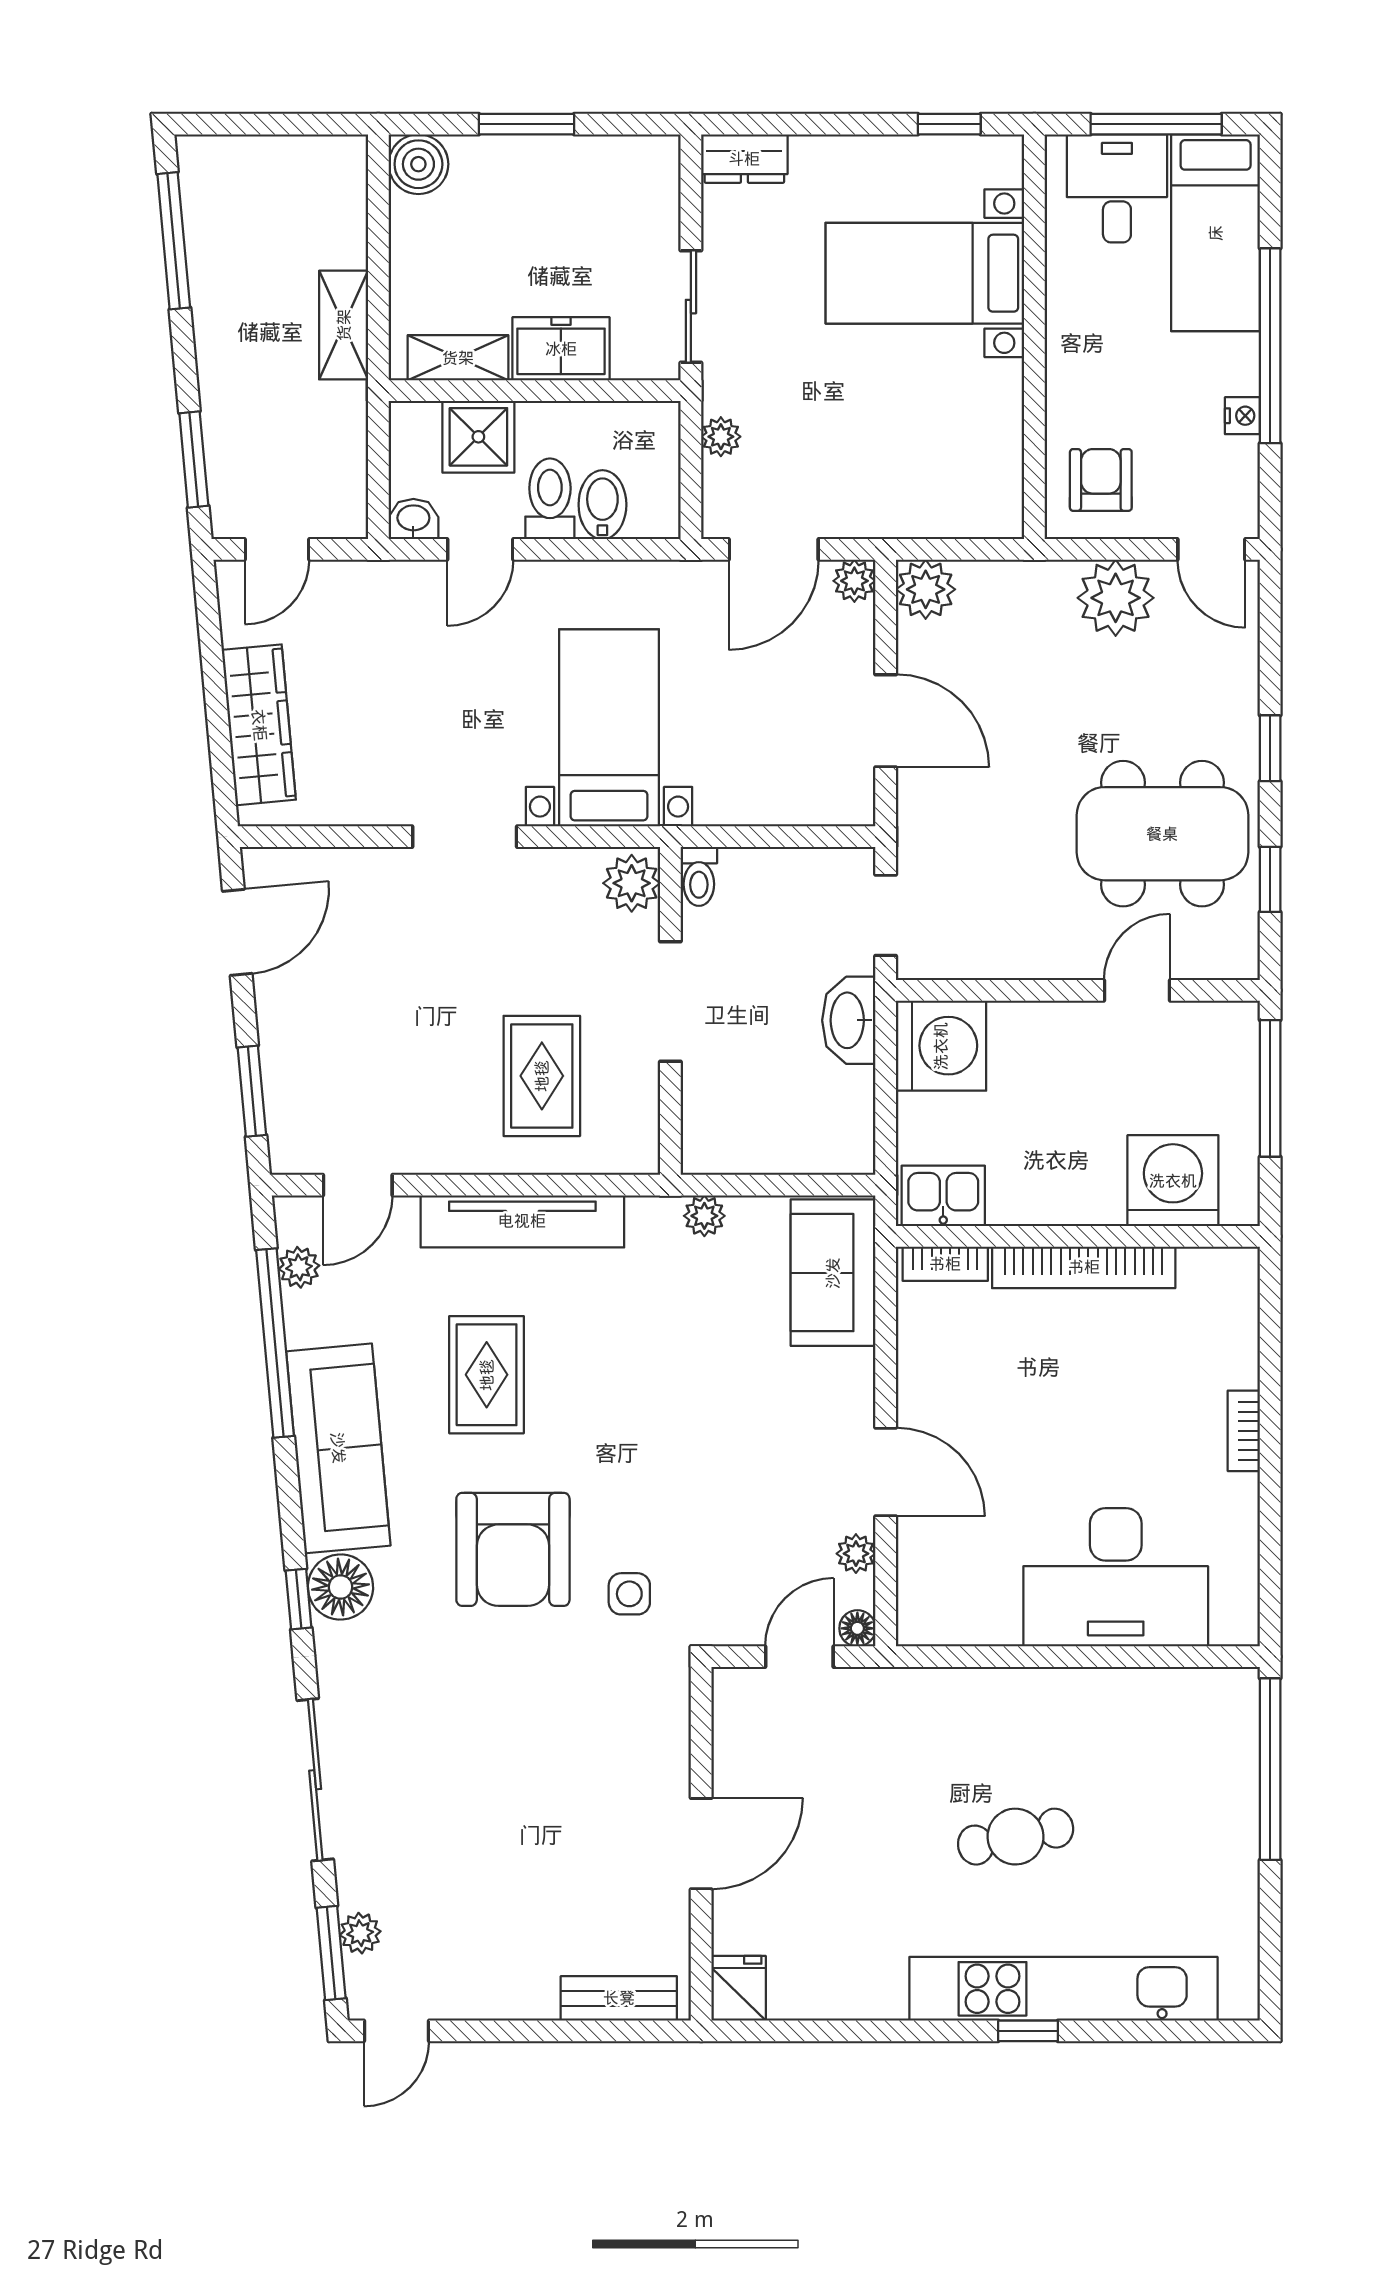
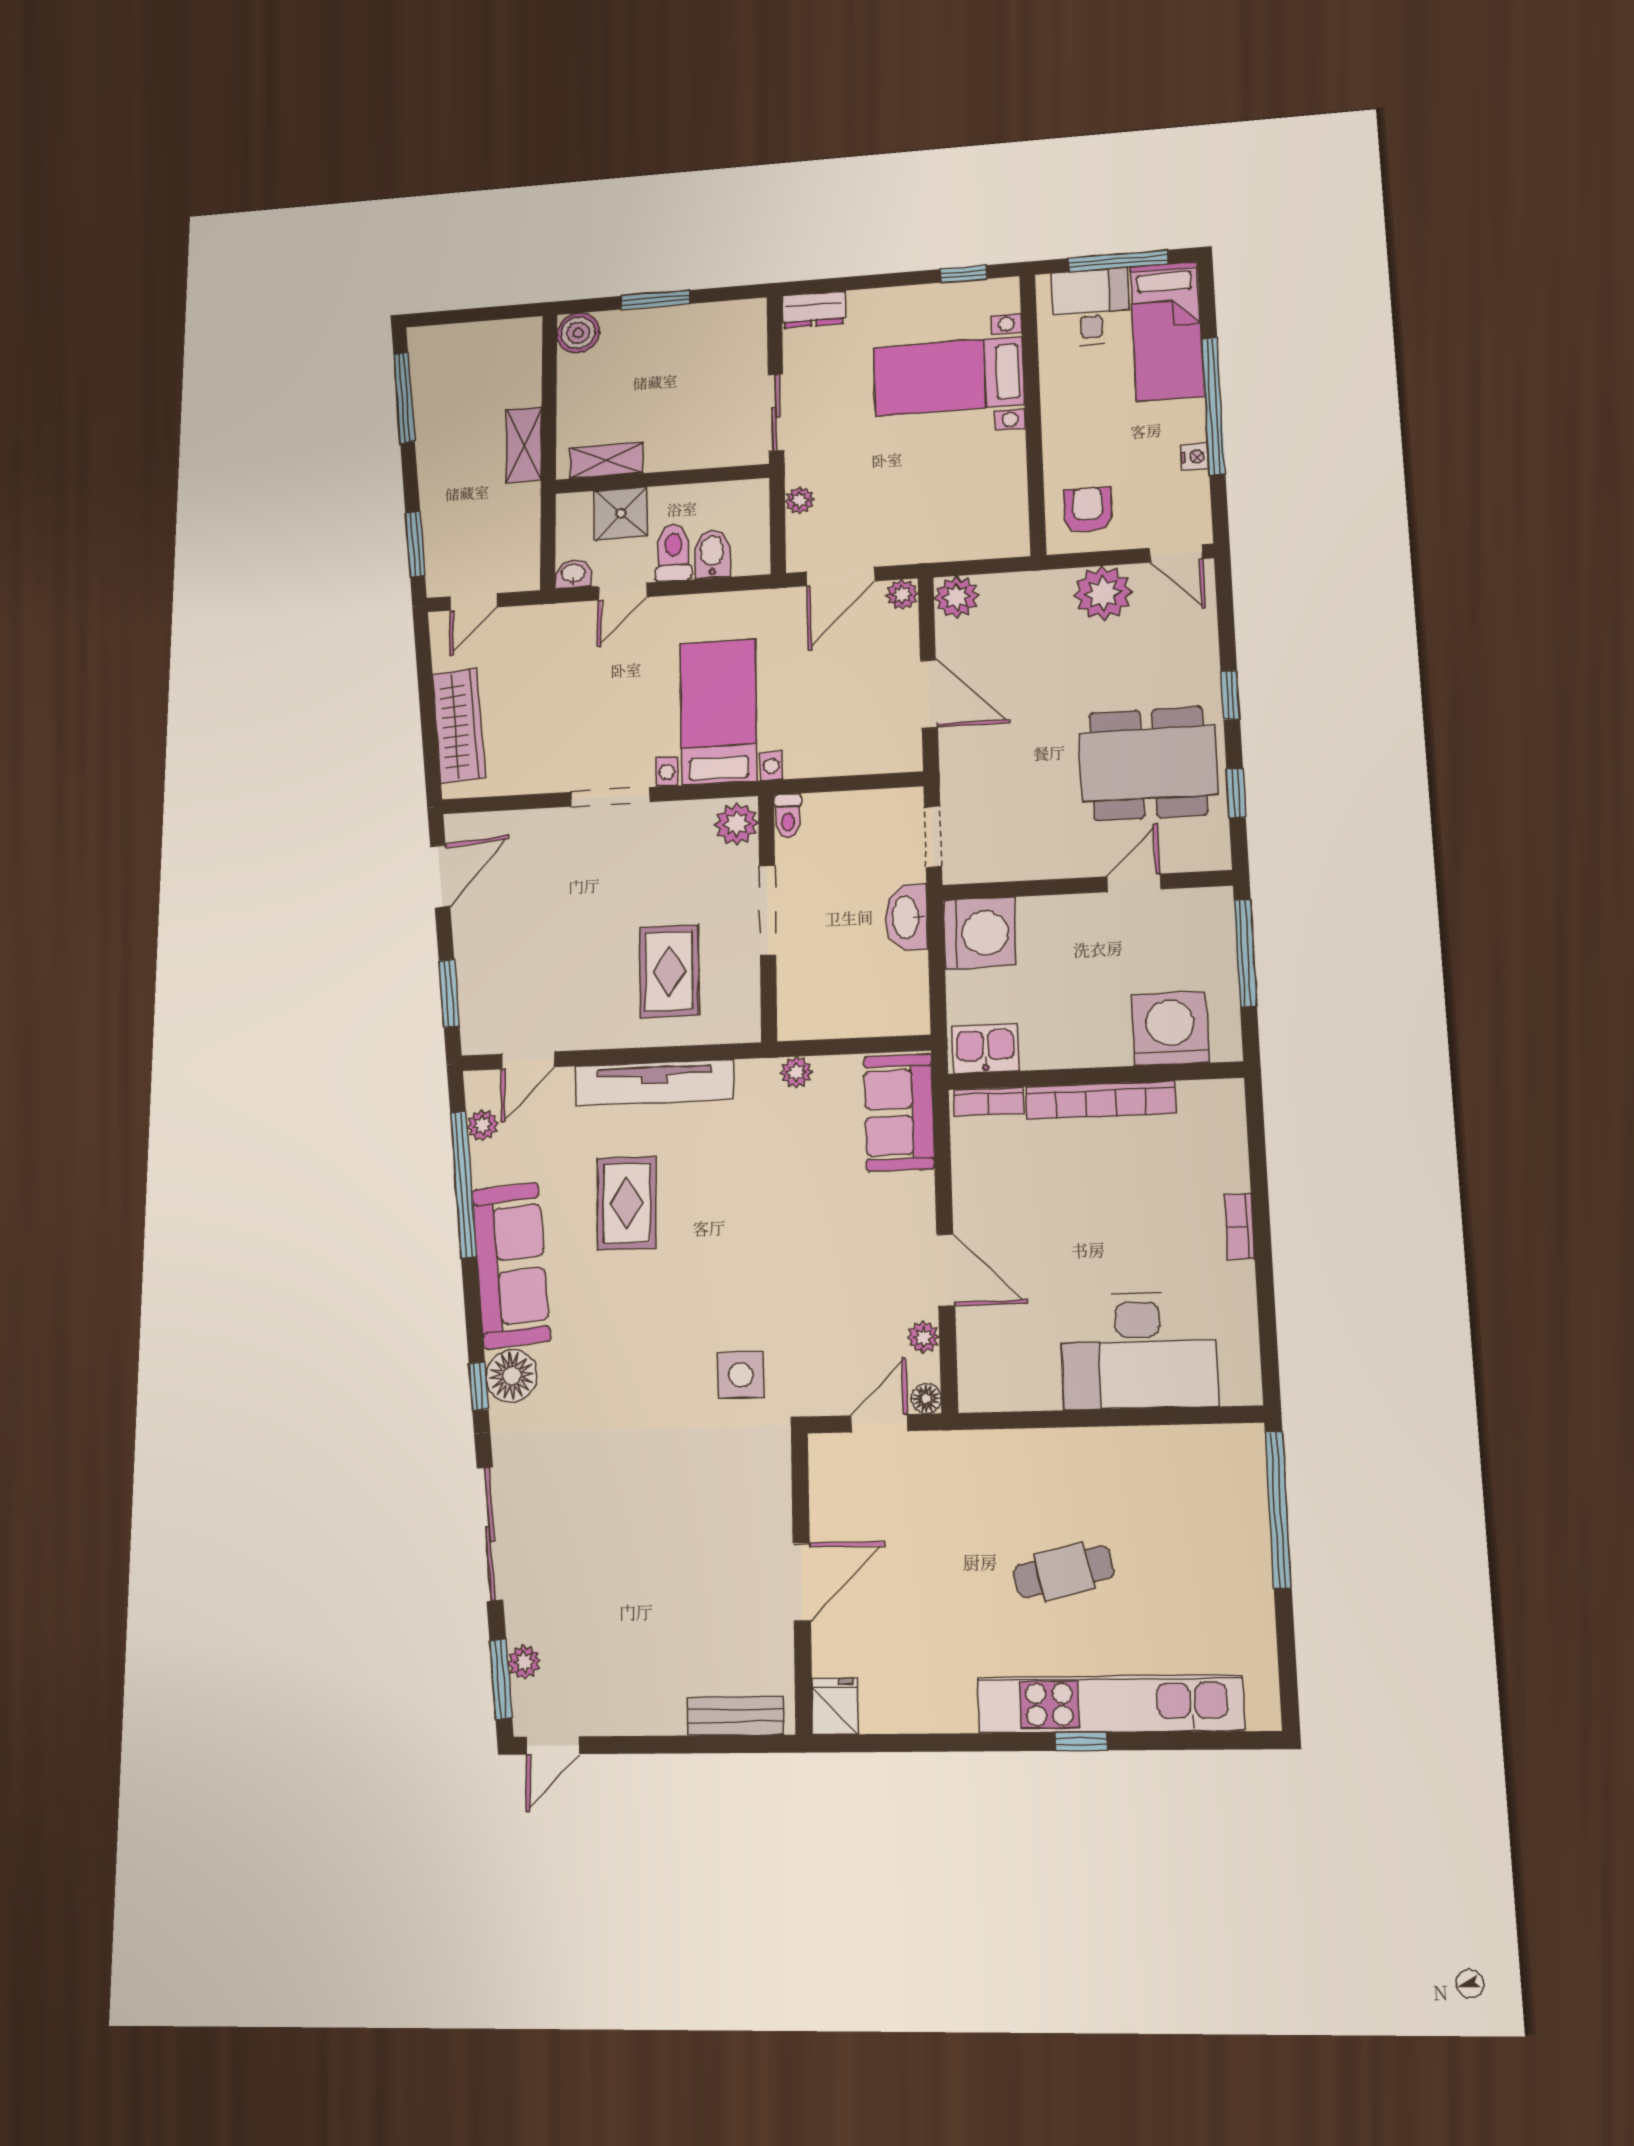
freezer: (561, 349) -> (681, 449), removed
armchair: (513, 1549) -> (648, 1342), removed
side table: (629, 1594) -> (741, 1375), width x1.37, depth x1.37

